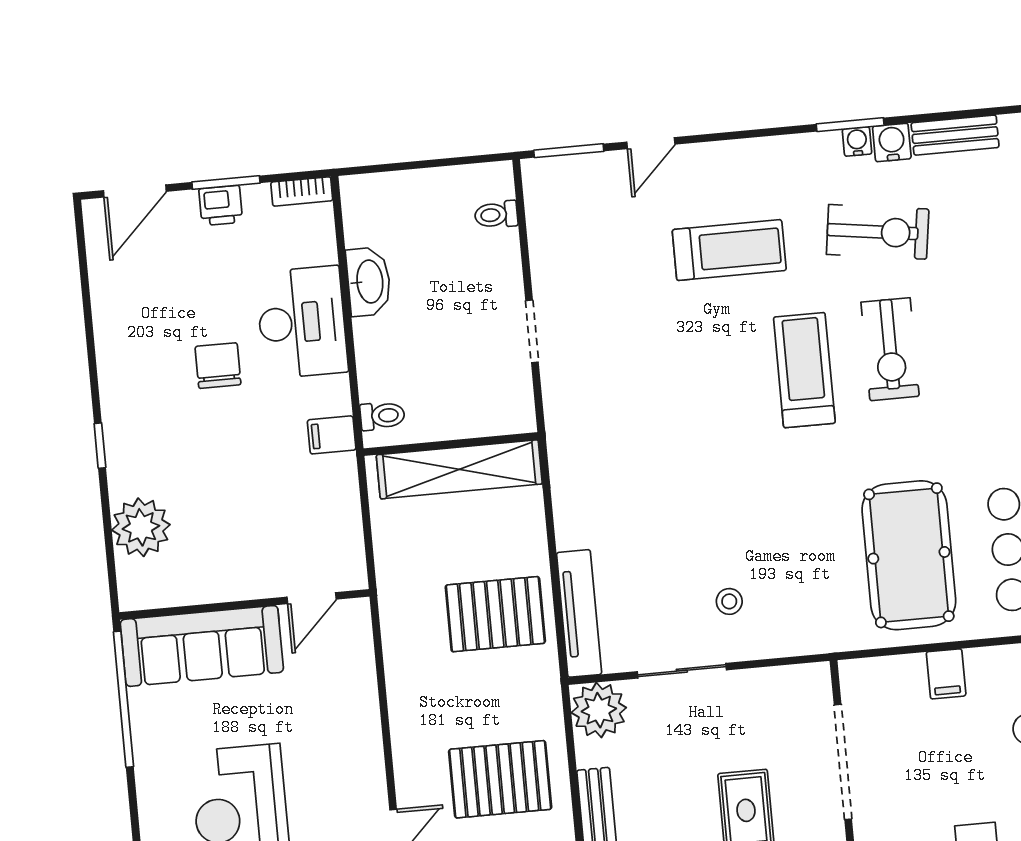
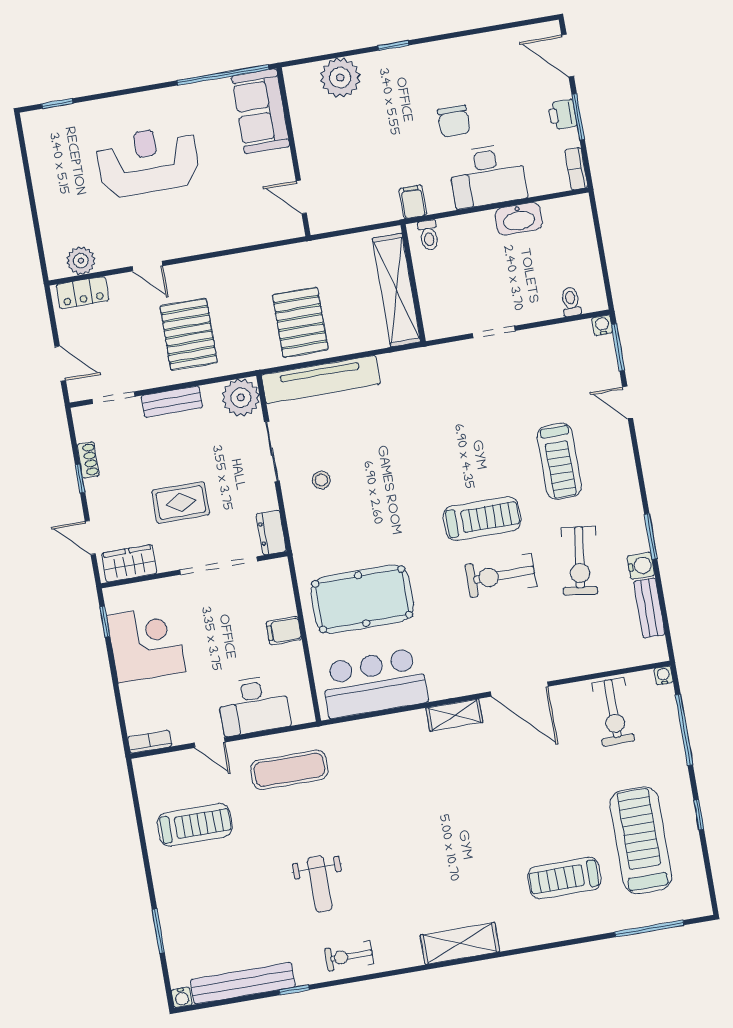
water cooler: (857, 142) -> (602, 325), moved, turned -90
chair: (218, 366) -> (454, 121), turned 90
tv unit: (579, 613) -> (321, 380), width x1.36, depth x1.29
sofa: (202, 646) -> (261, 111), width x0.73
dresser: (800, 681) -> (271, 532), added

